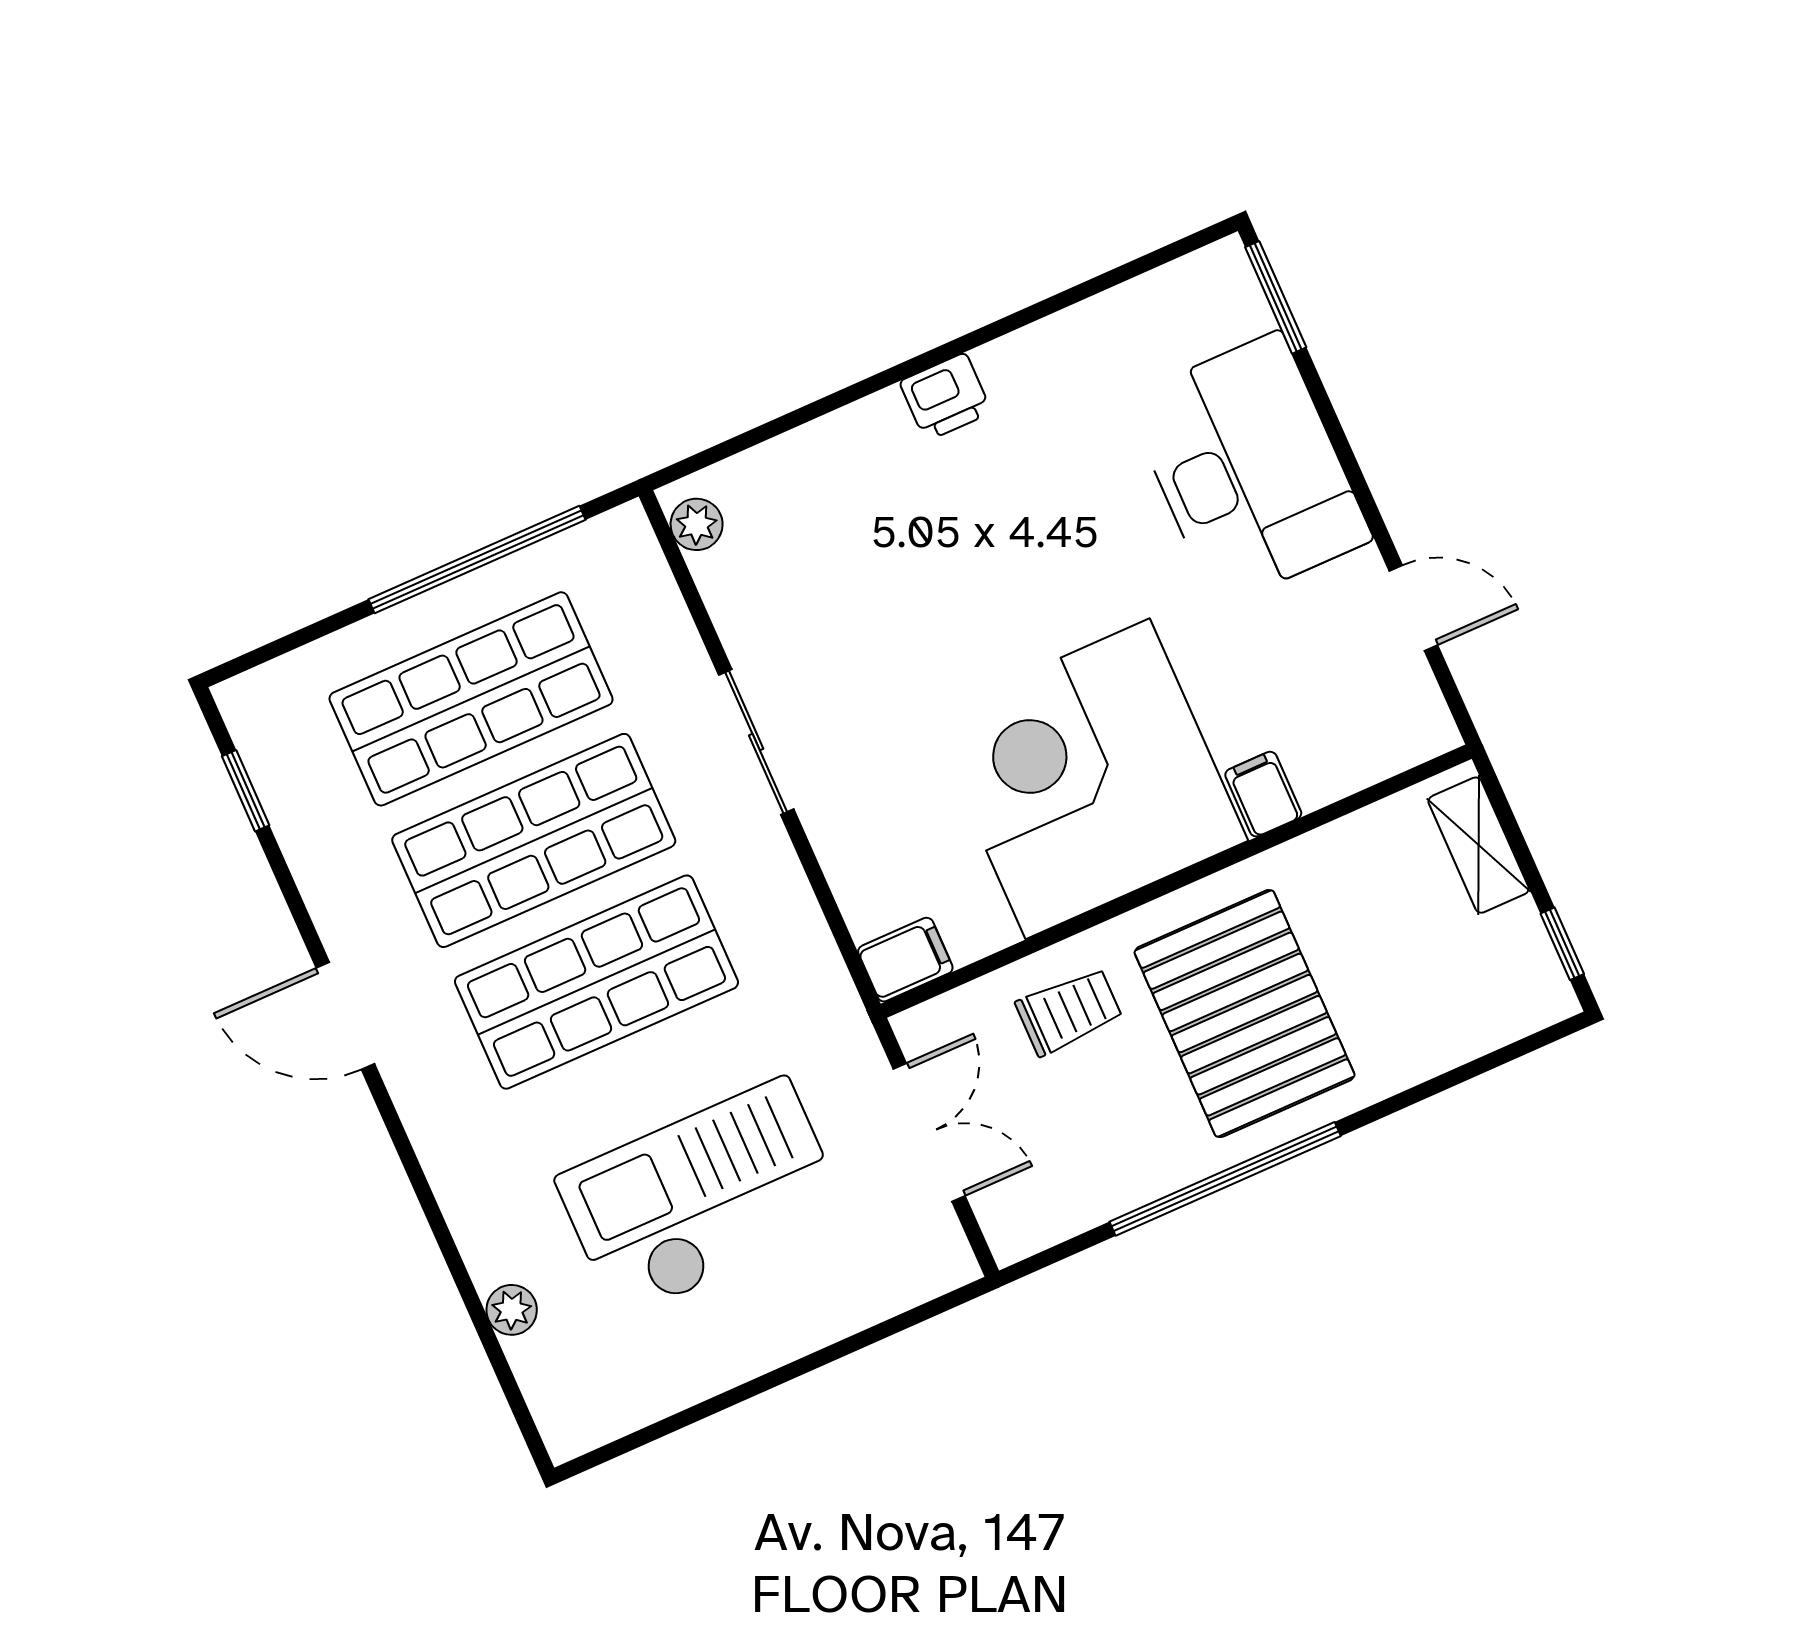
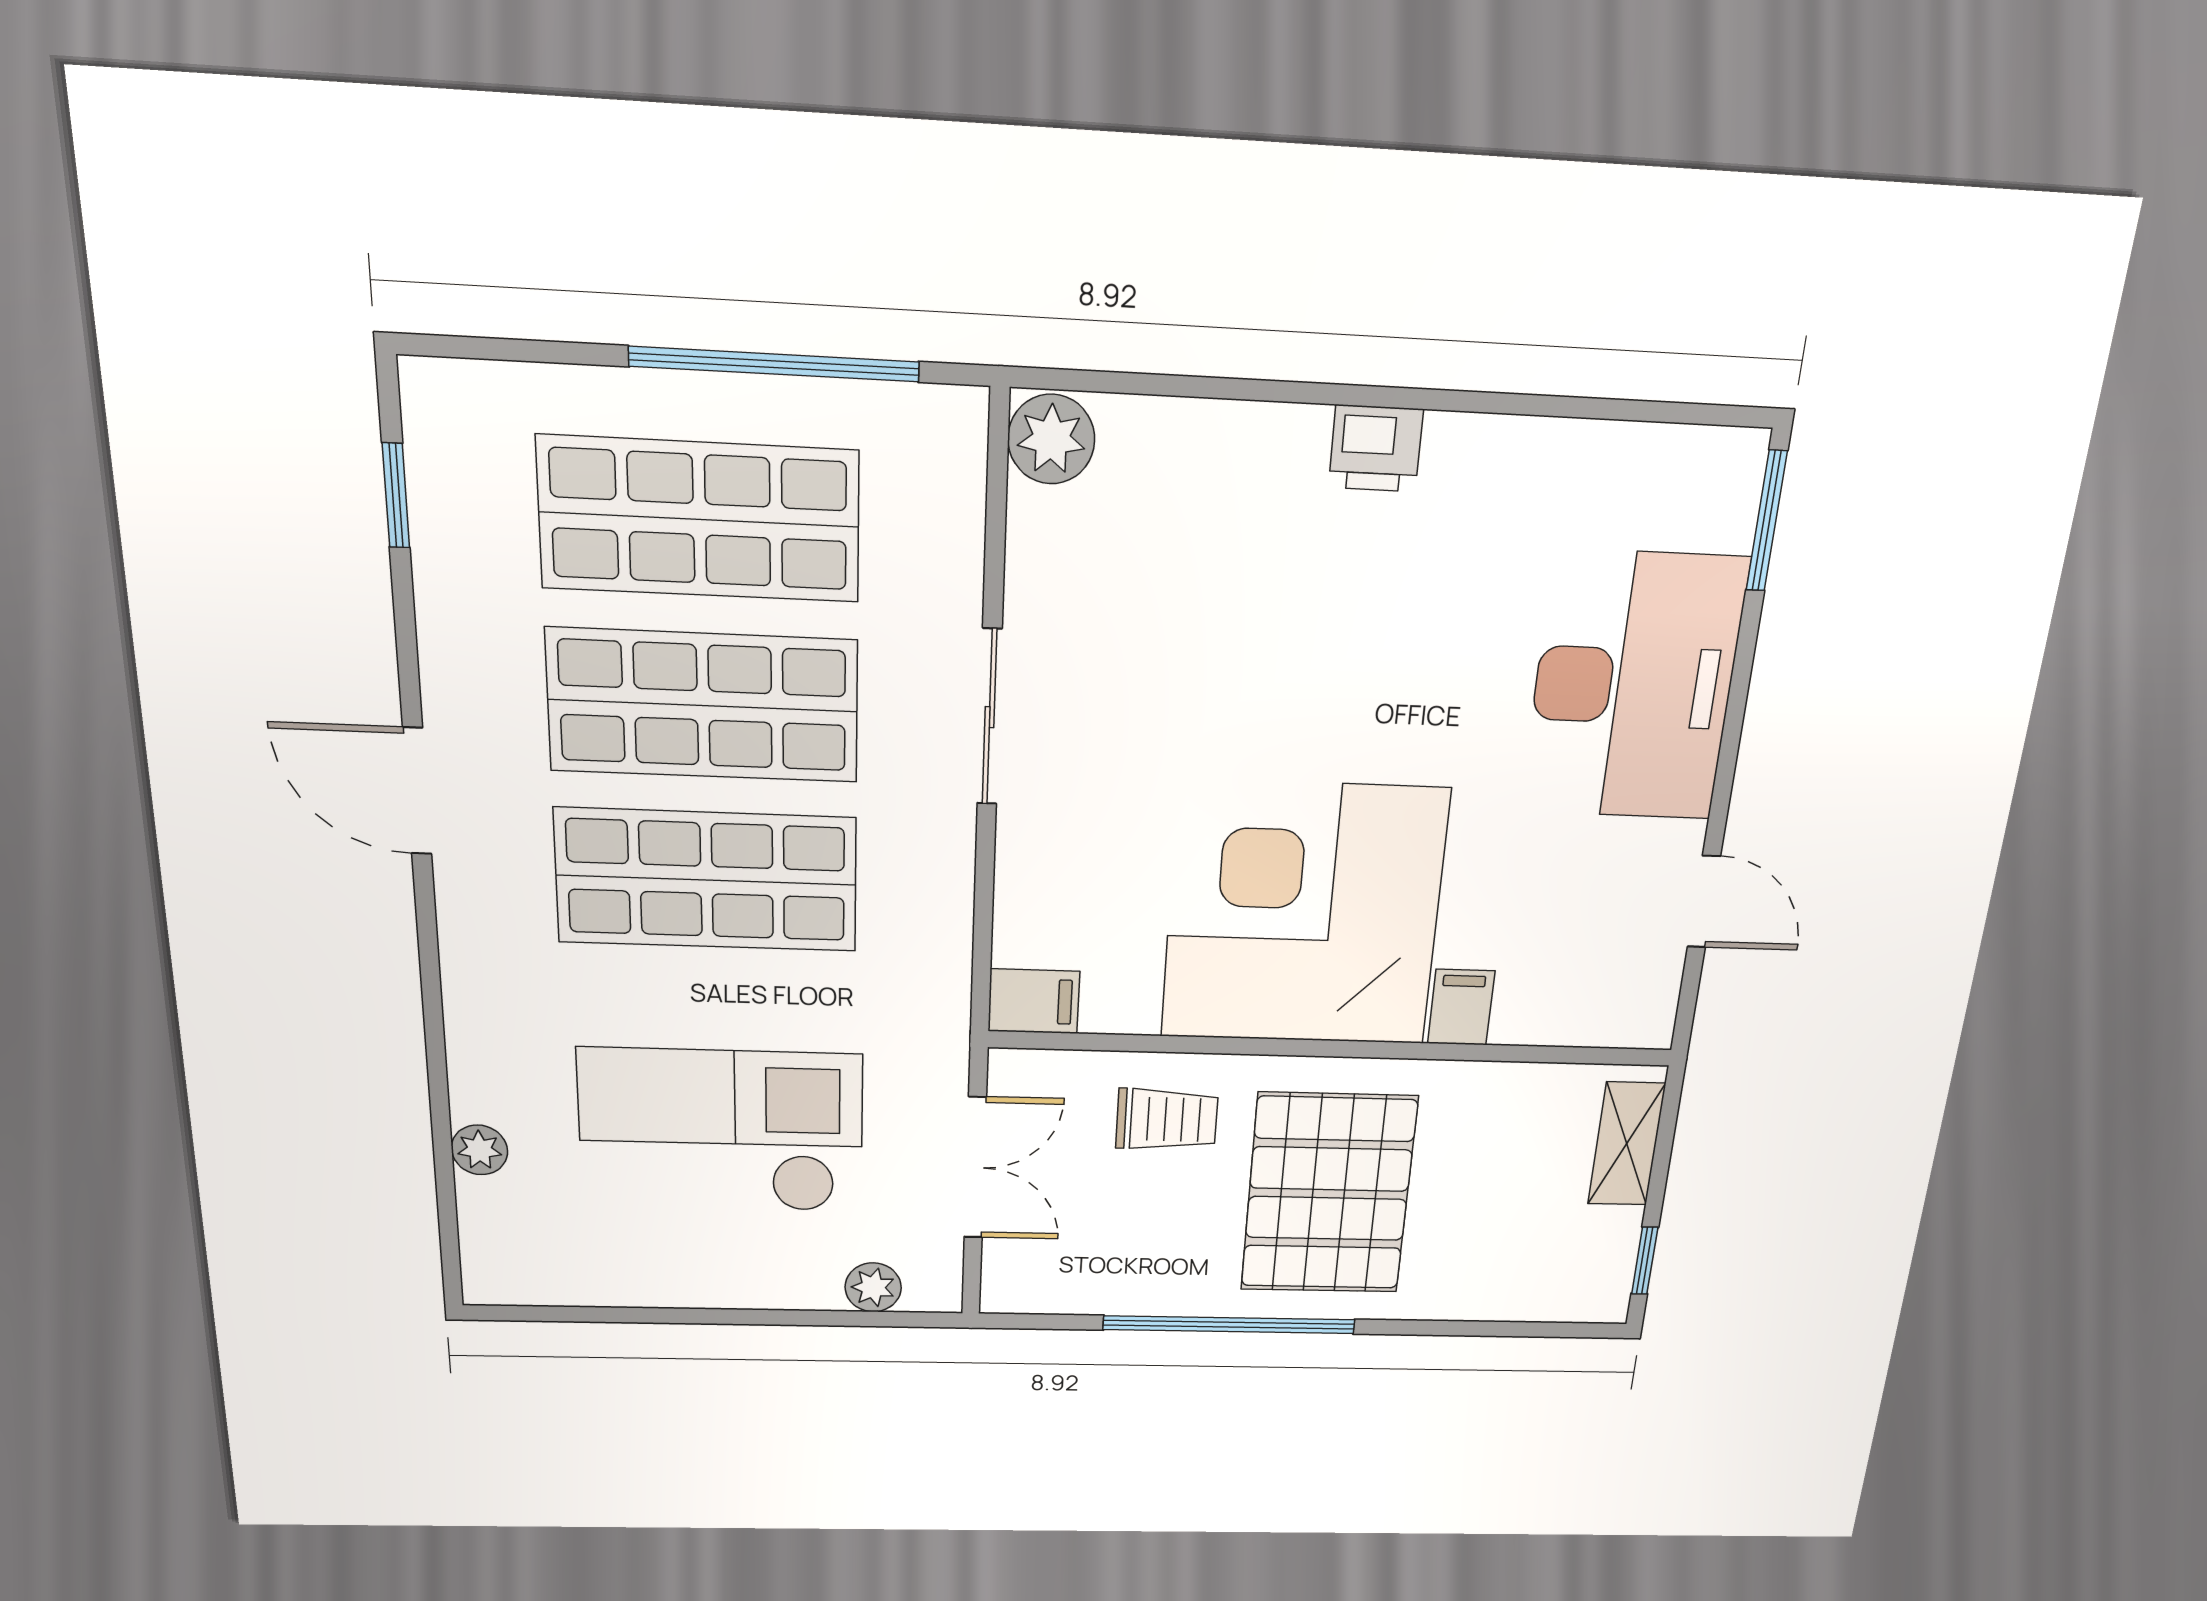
plant: (697, 524) -> (1051, 439), width x1.38, depth x1.38
plant: (895, 1287) -> (873, 1287), added

